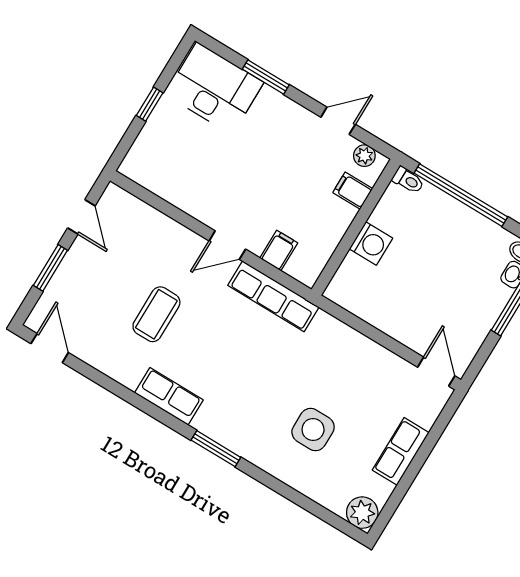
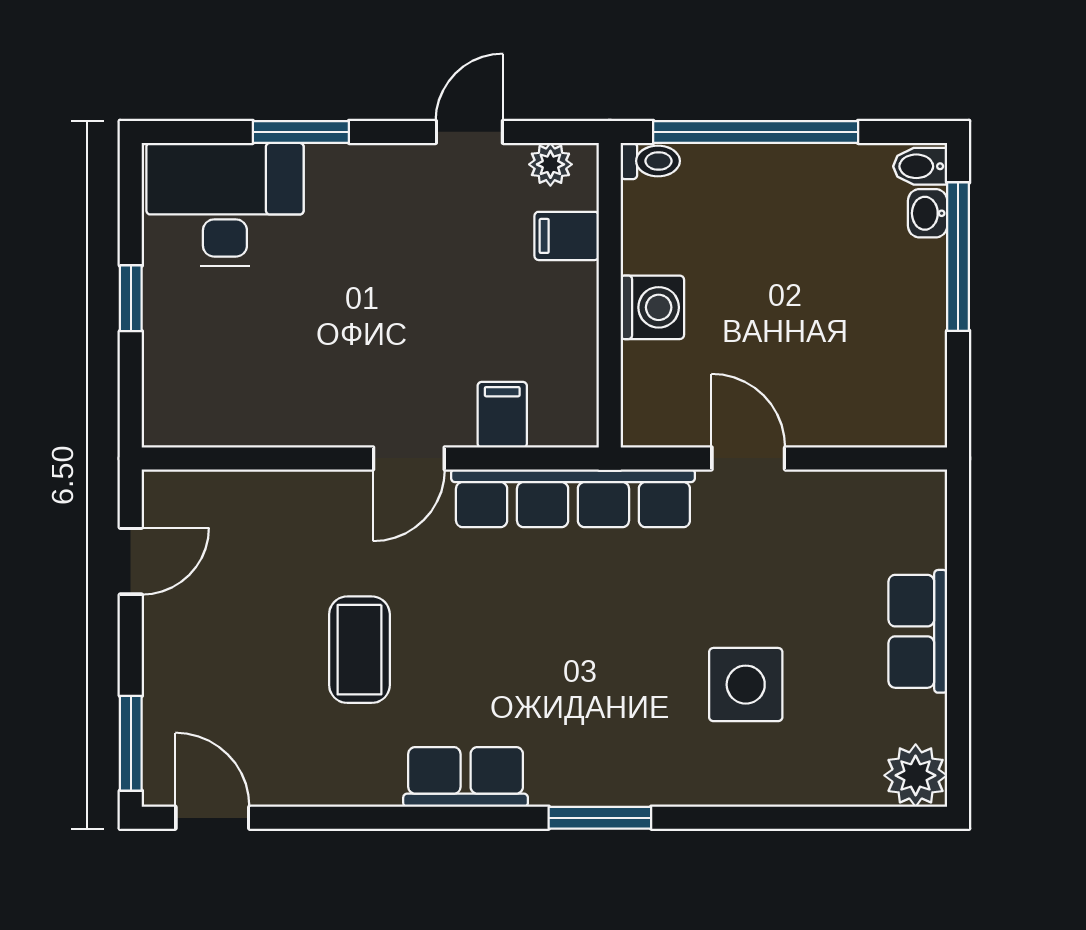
door: (81, 217) -> (131, 561), hinge flipped
window: (50, 268) -> (131, 743), moved
row of seats: (273, 296) -> (573, 498), width x1.36
door: (436, 372) -> (748, 458), moved

